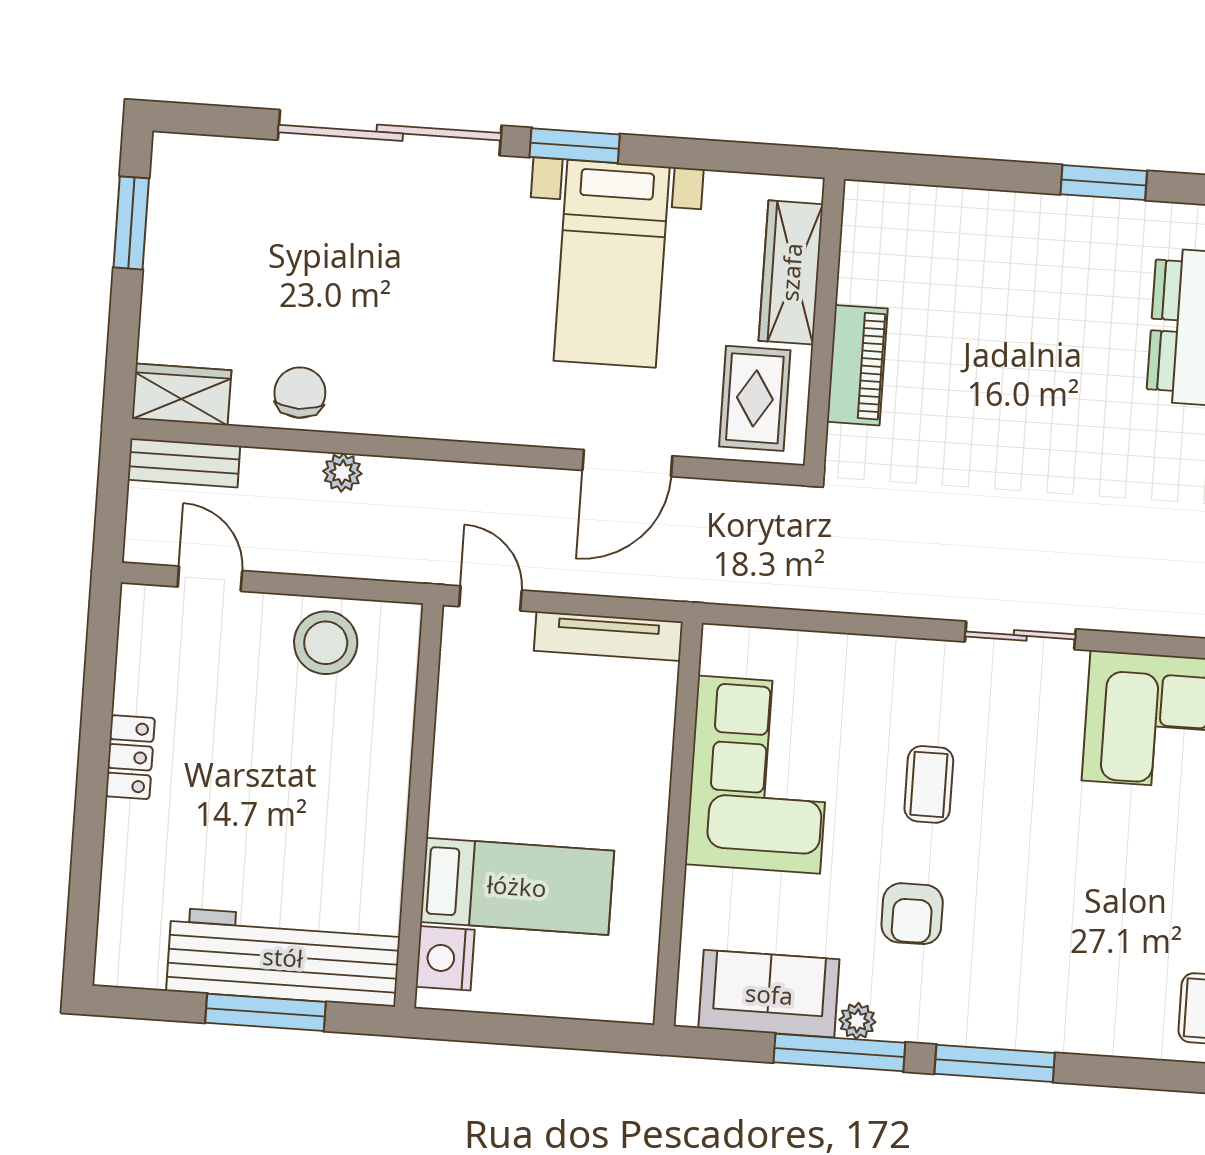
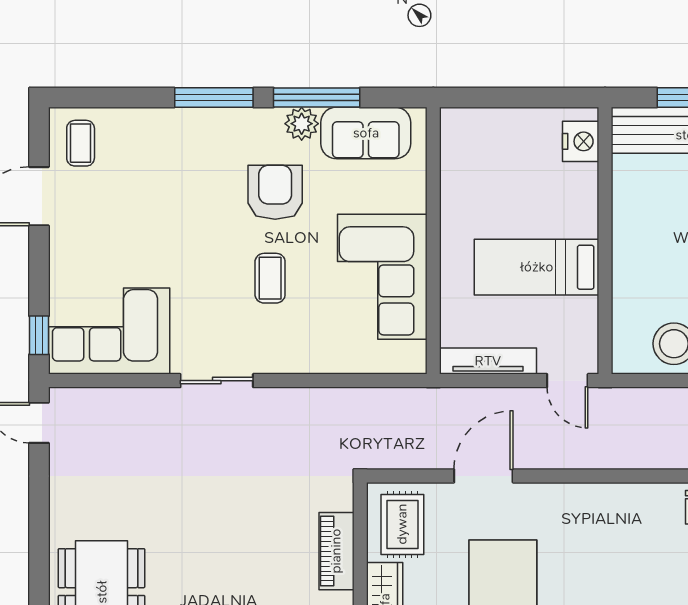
plant: (342, 472) -> (671, 457), removed
bed: (517, 886) -> (537, 267), moved
armchair: (912, 914) -> (275, 192), width x1.38, depth x1.38
plant: (857, 1021) -> (302, 124), width x1.38, depth x1.38

